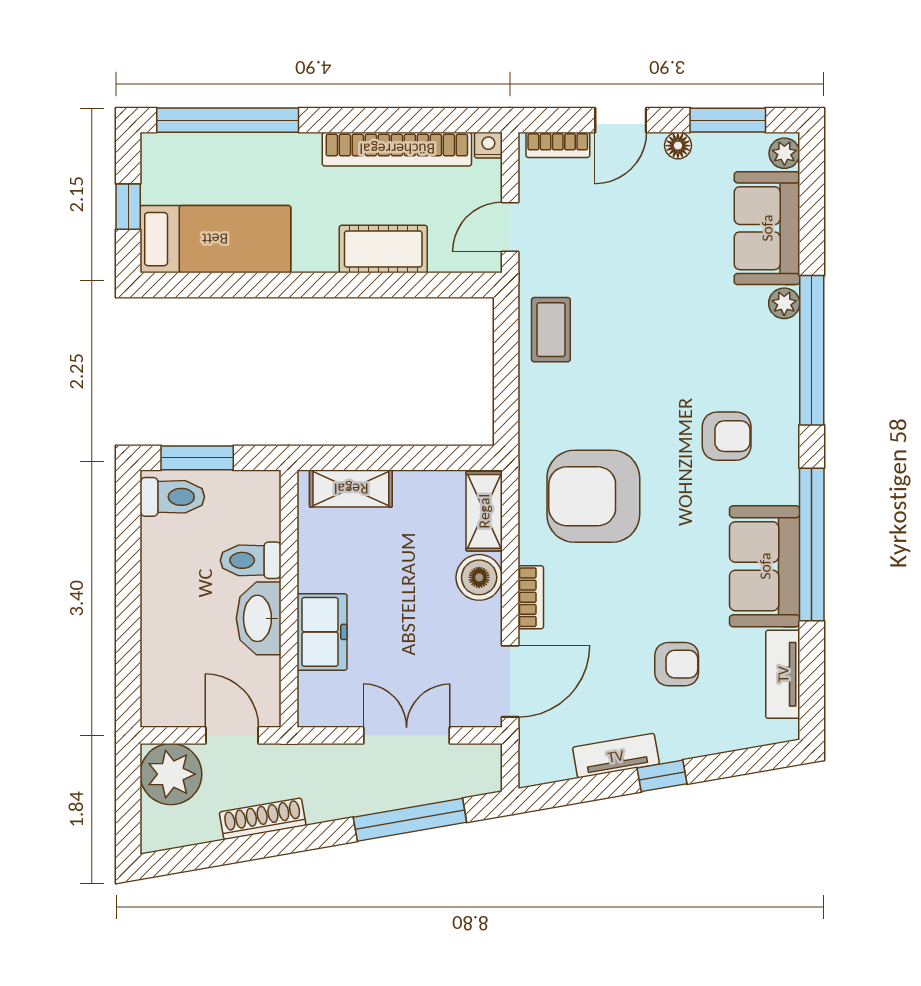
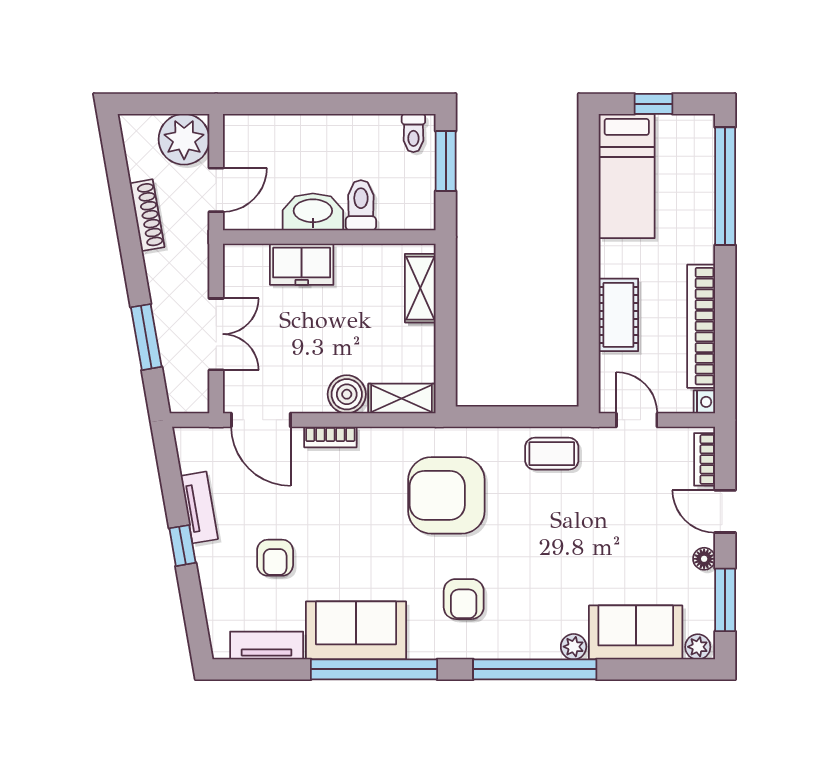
armchair: (593, 496) -> (446, 495), moved, turned -90
toilet: (172, 497) -> (413, 133), width x0.73, depth x0.72
window: (410, 820) -> (146, 337), width x0.69

